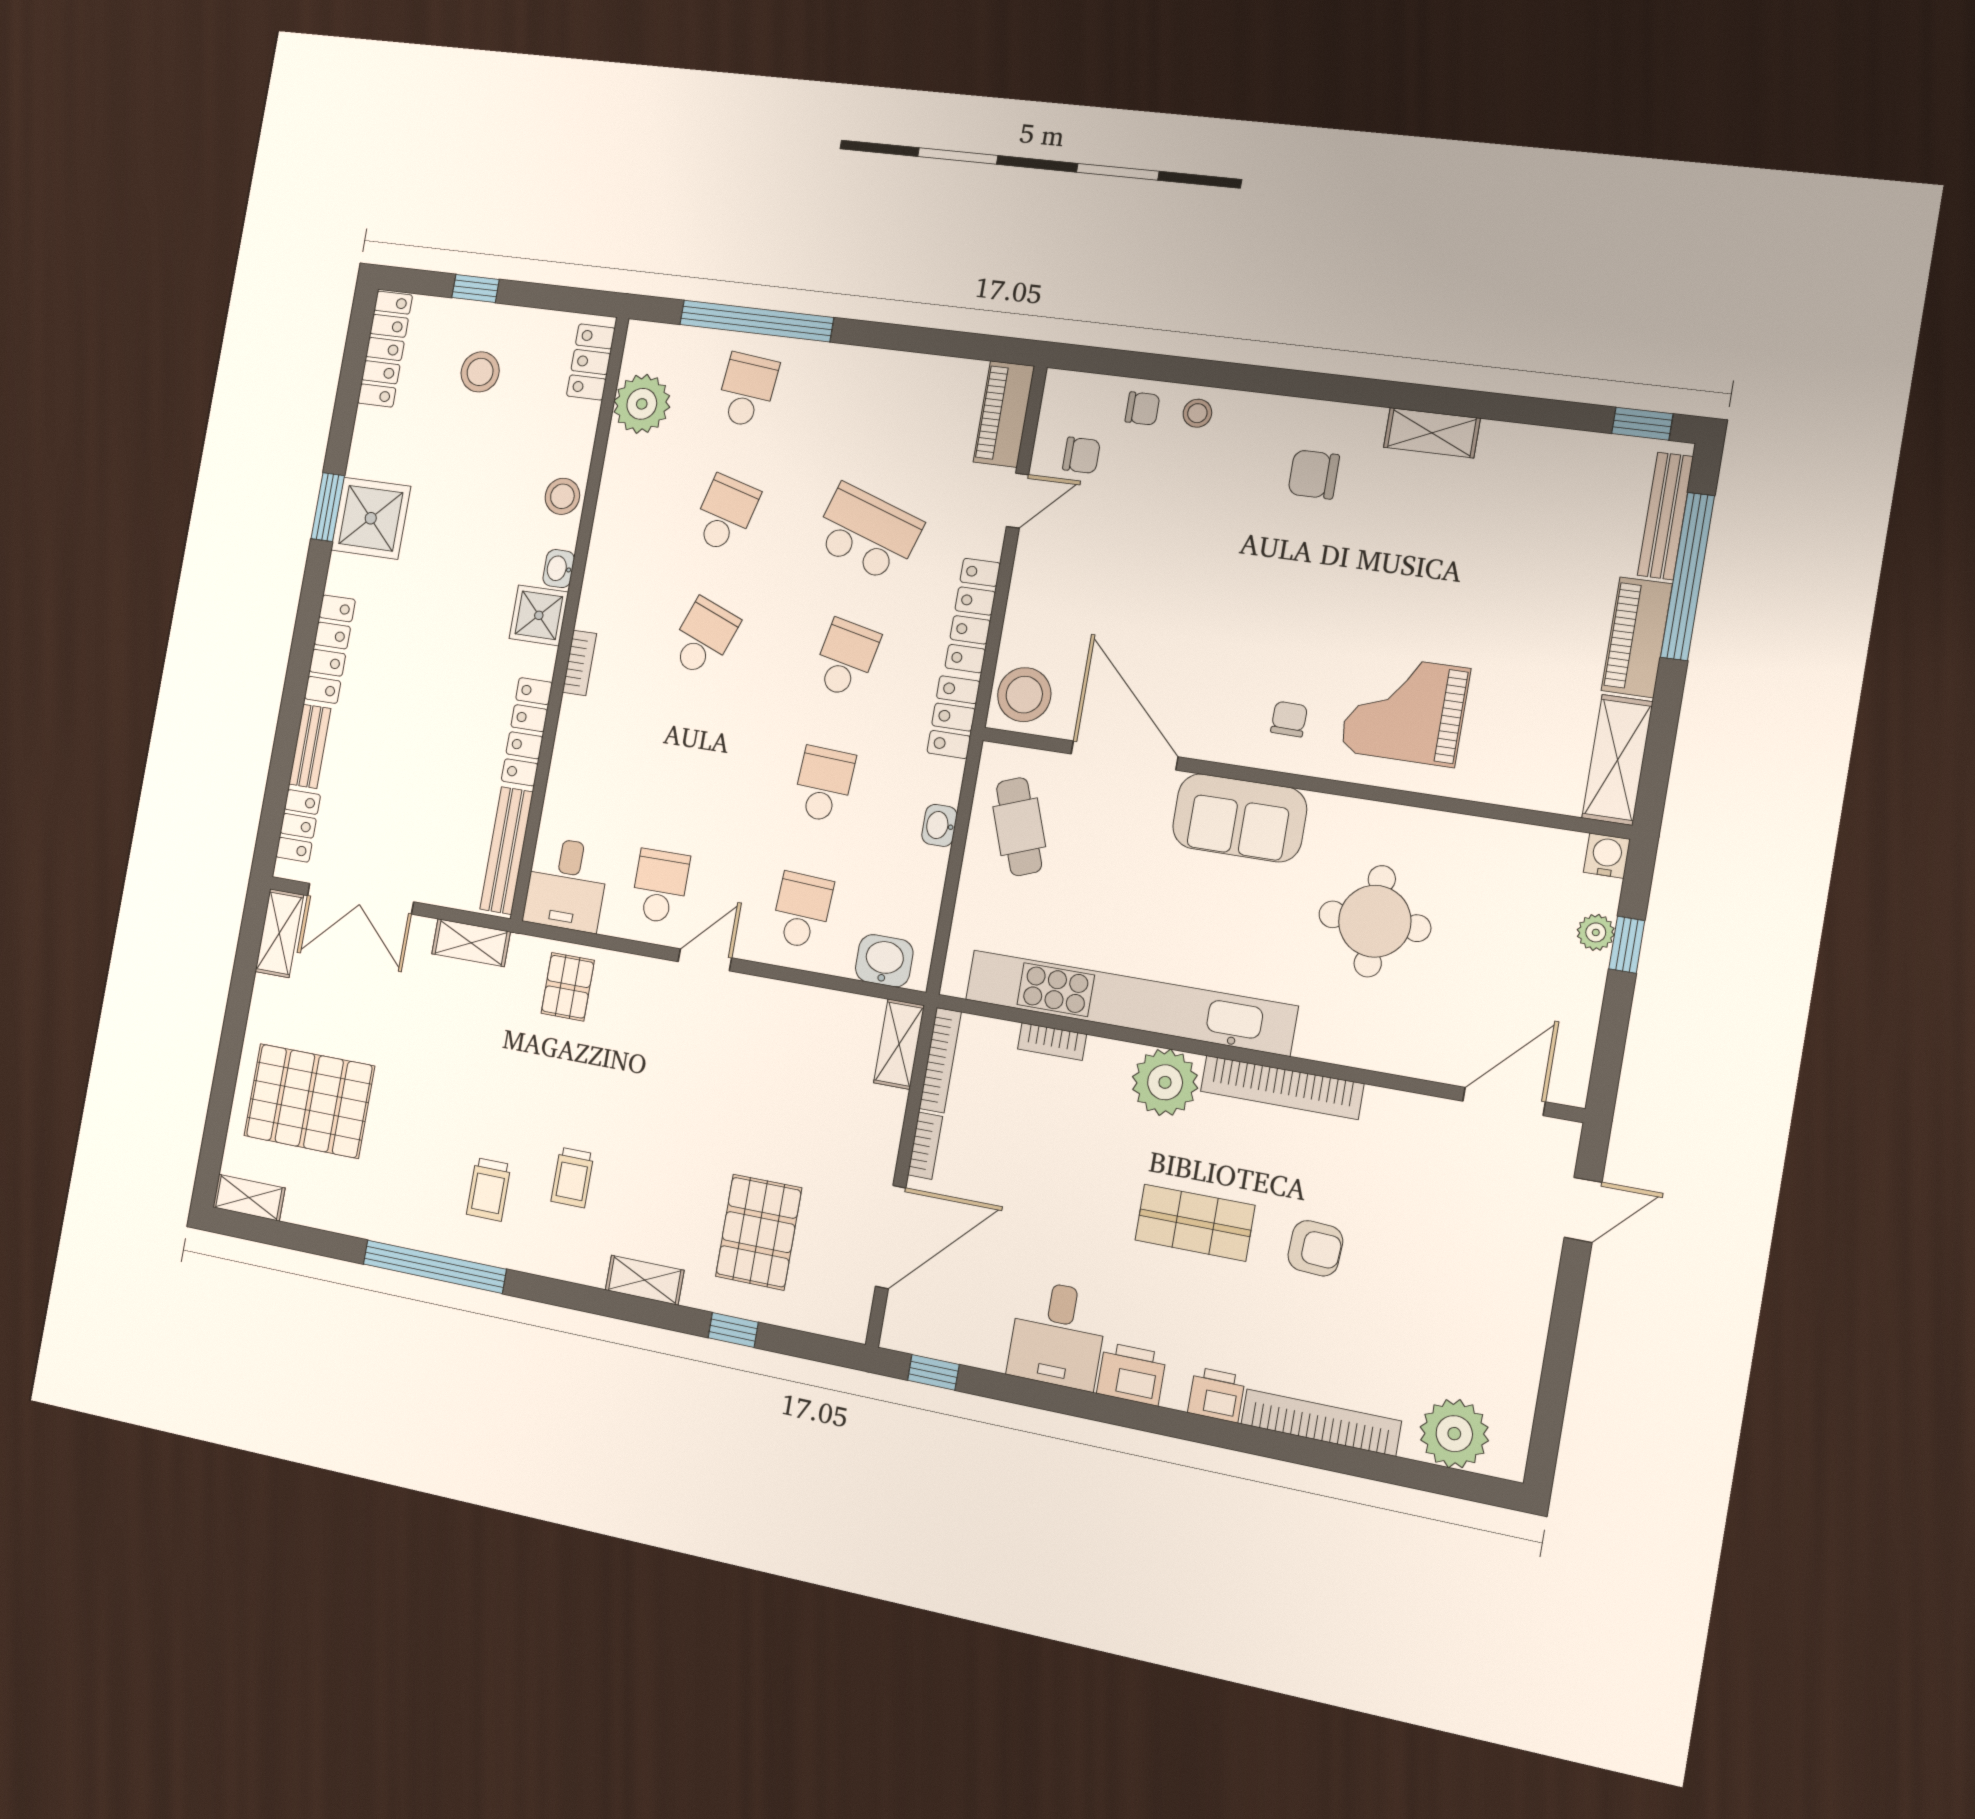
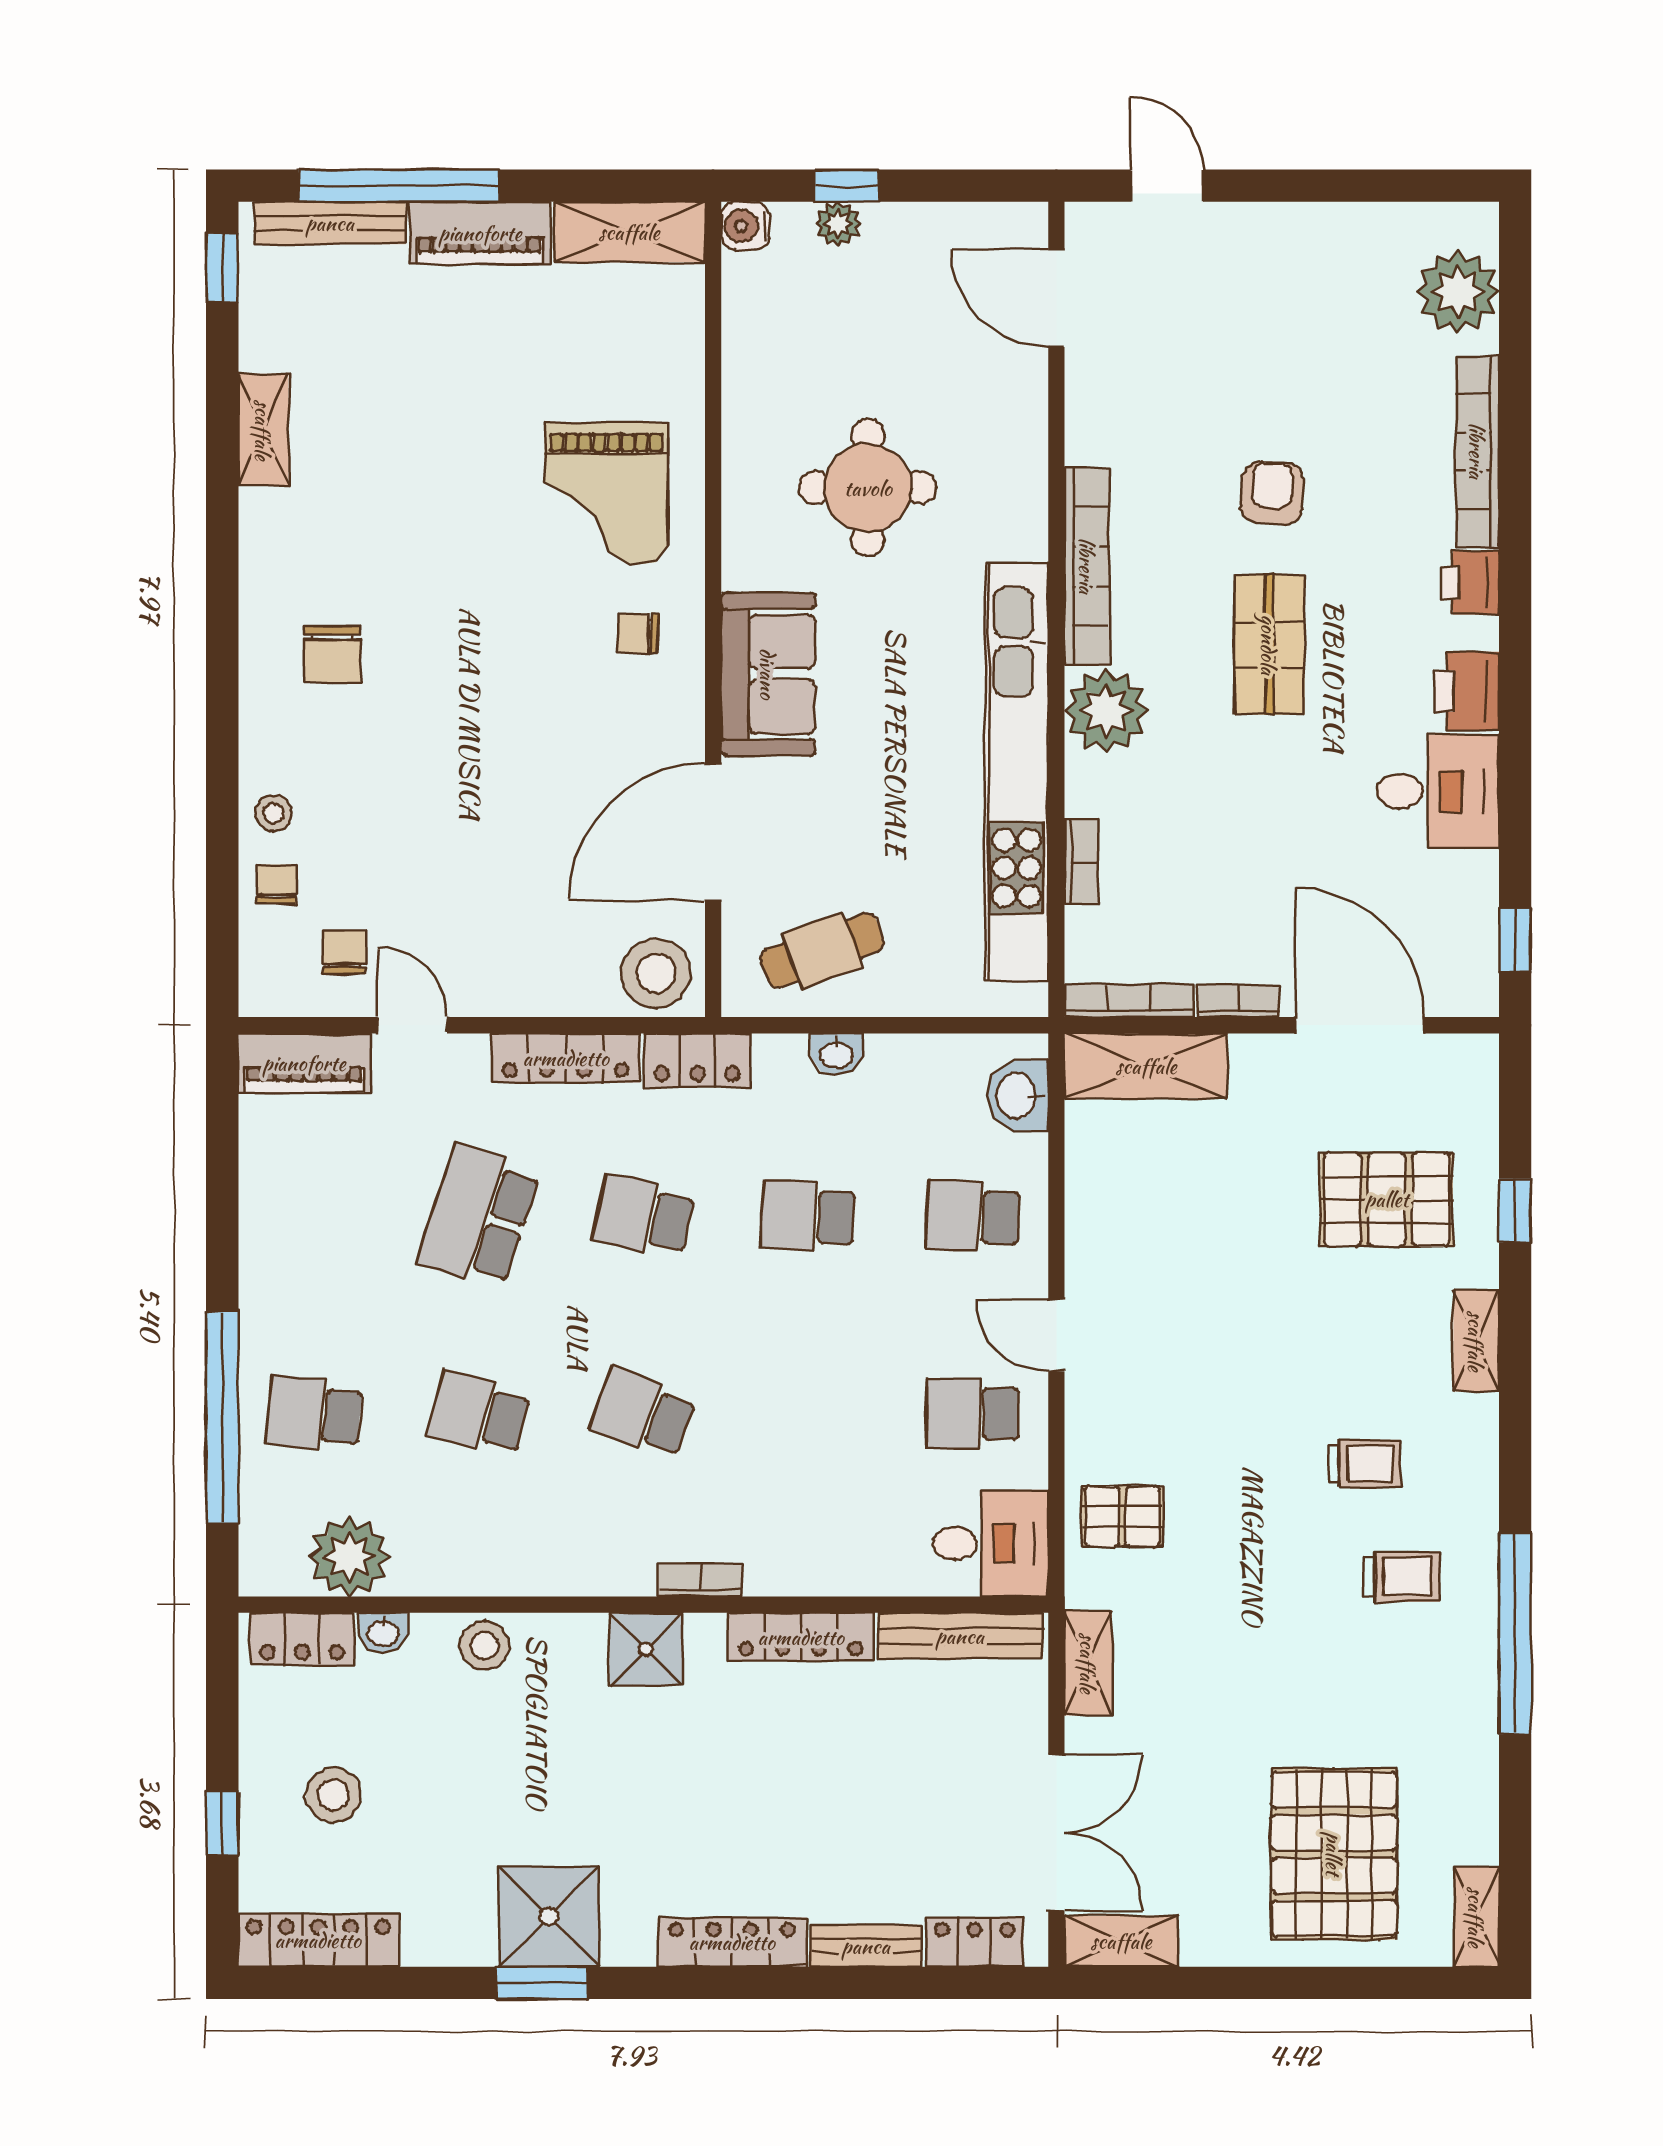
shelving: (1432, 433) -> (263, 430), moved
washbasin: (559, 569) -> (383, 1633), moved
shelving: (899, 1044) -> (1146, 1066), width x1.50, depth x1.33

